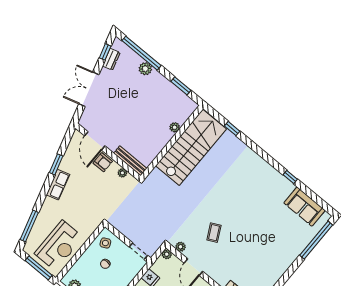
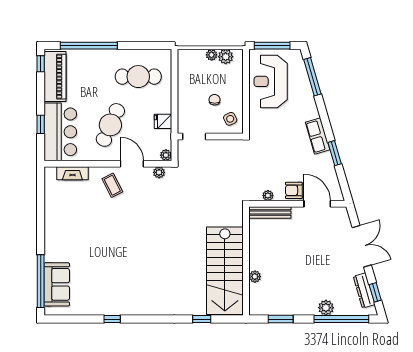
dresser: (111, 59) -> (364, 291), width x1.44
sofa: (304, 207) -> (57, 284), moved, turned 90
coffee table: (214, 233) -> (112, 185), moved

